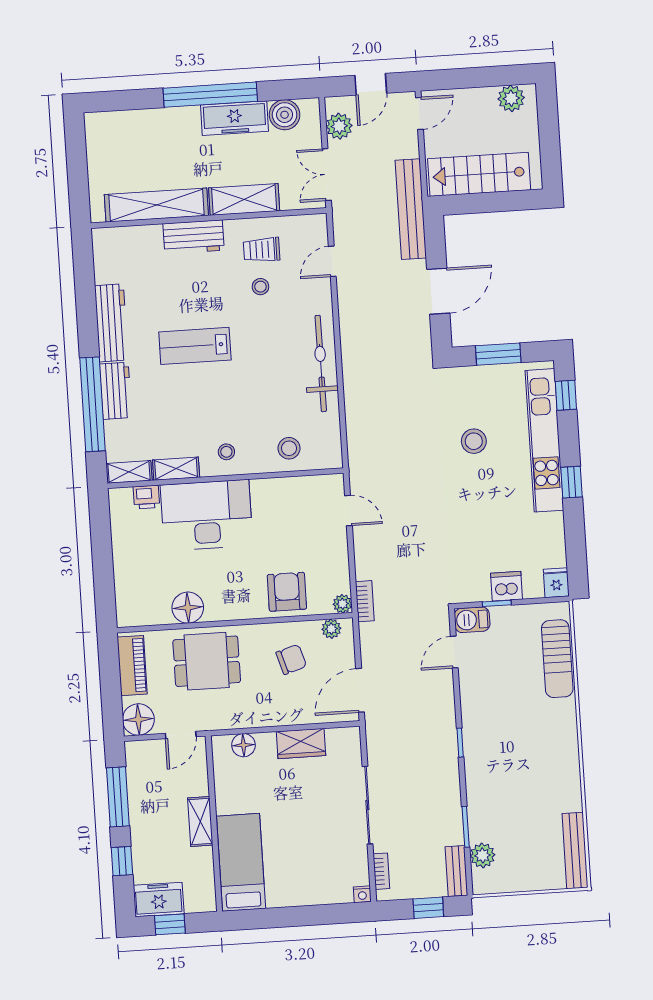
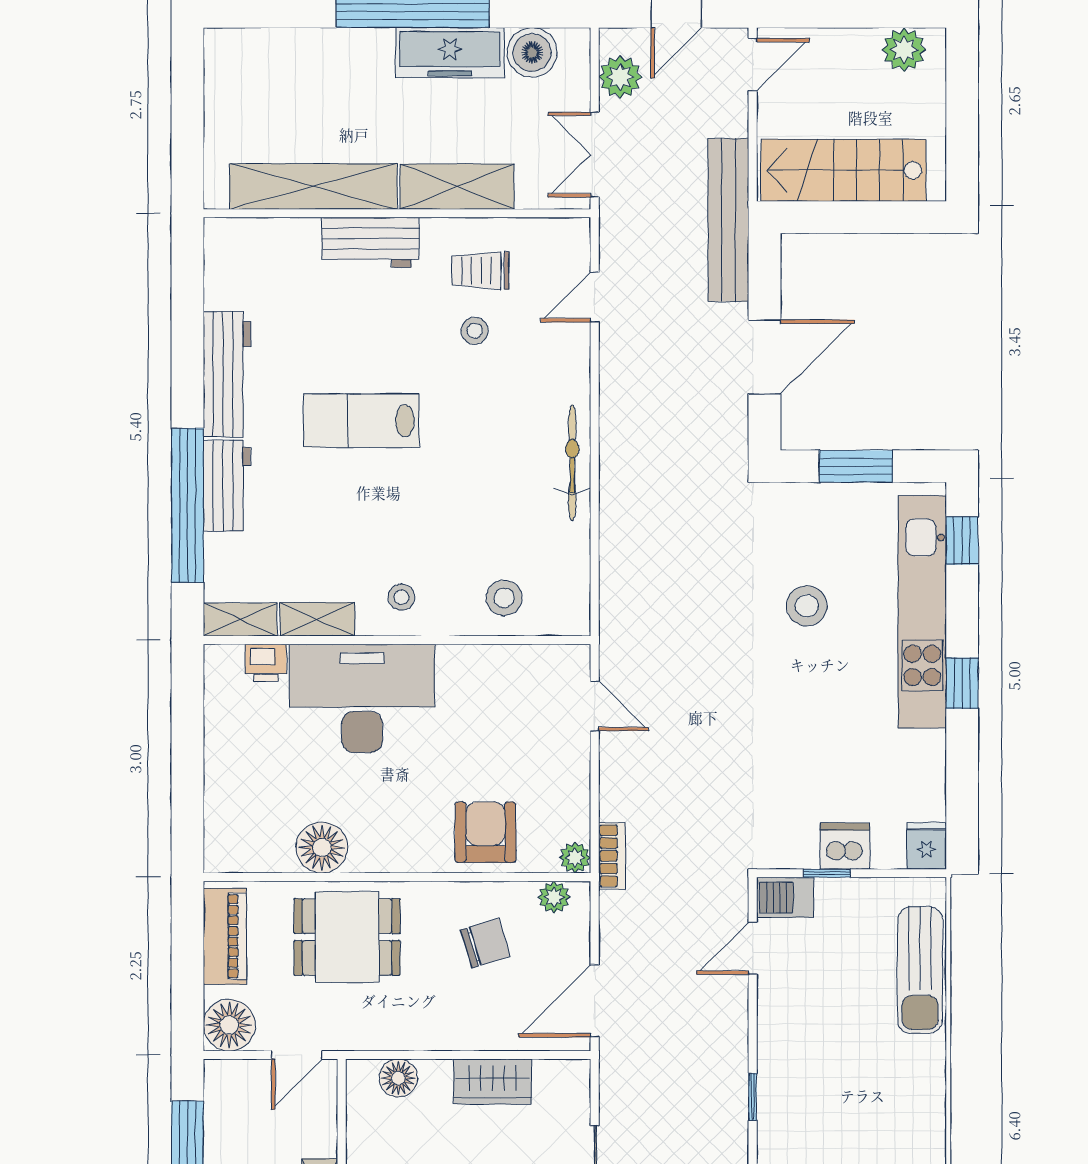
bicycle: (321, 363) -> (572, 463), width x0.73, depth x0.71

